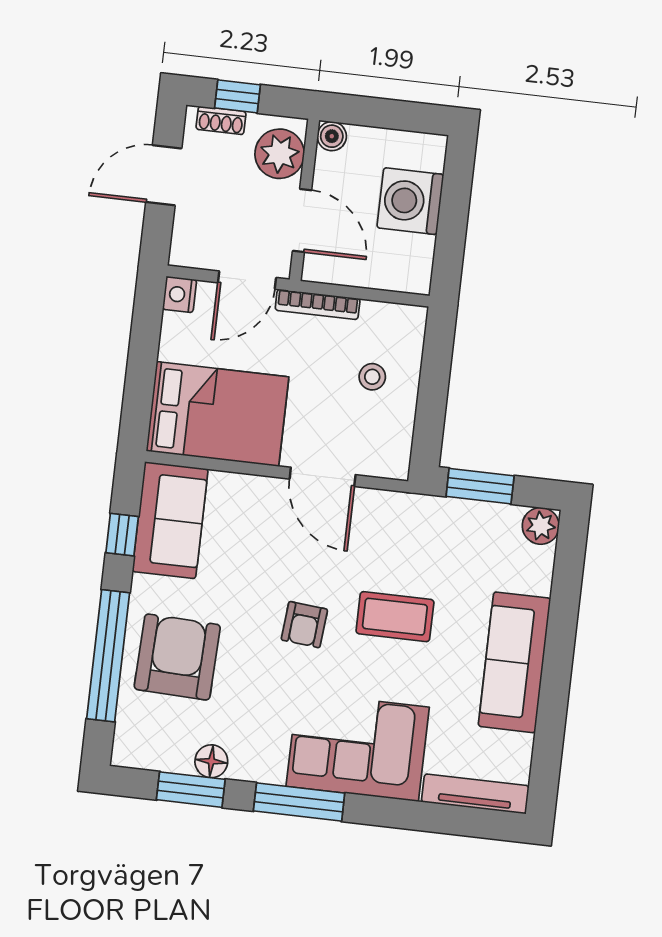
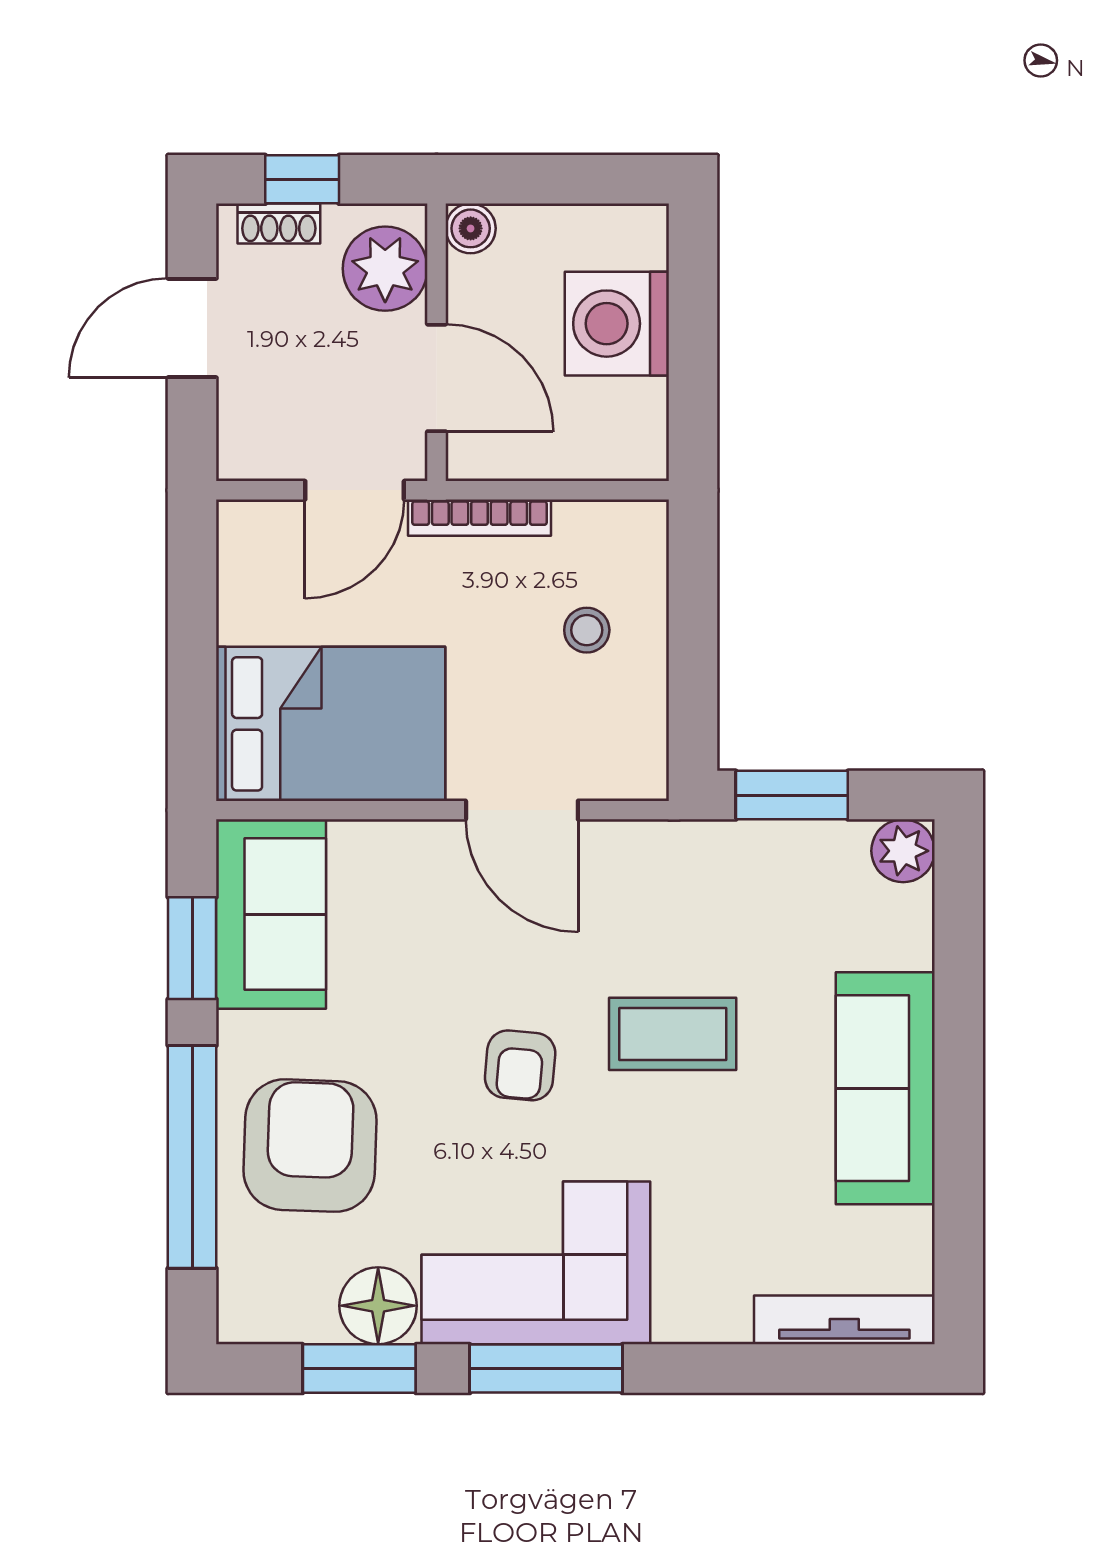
nightstand: (180, 294) -> (243, 528), removed
window: (122, 535) -> (192, 948), width x1.50
corner sofa: (358, 747) -> (536, 1263), moved
floor lamp: (211, 761) -> (378, 1306), width x1.38, depth x1.38

